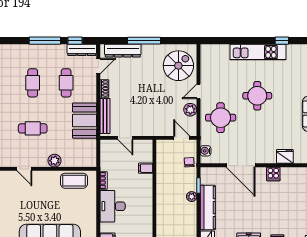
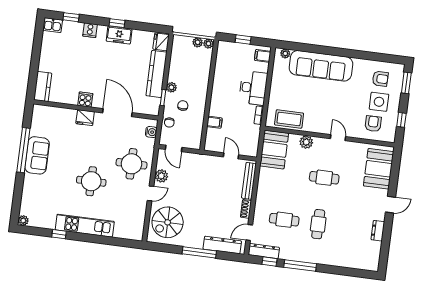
cafe table: (66, 83) -> (284, 220), turned 90
booth: (85, 121) -> (274, 150), moved
fridge: (285, 156) -> (85, 118), moved
chair: (178, 180) -> (183, 106), added

